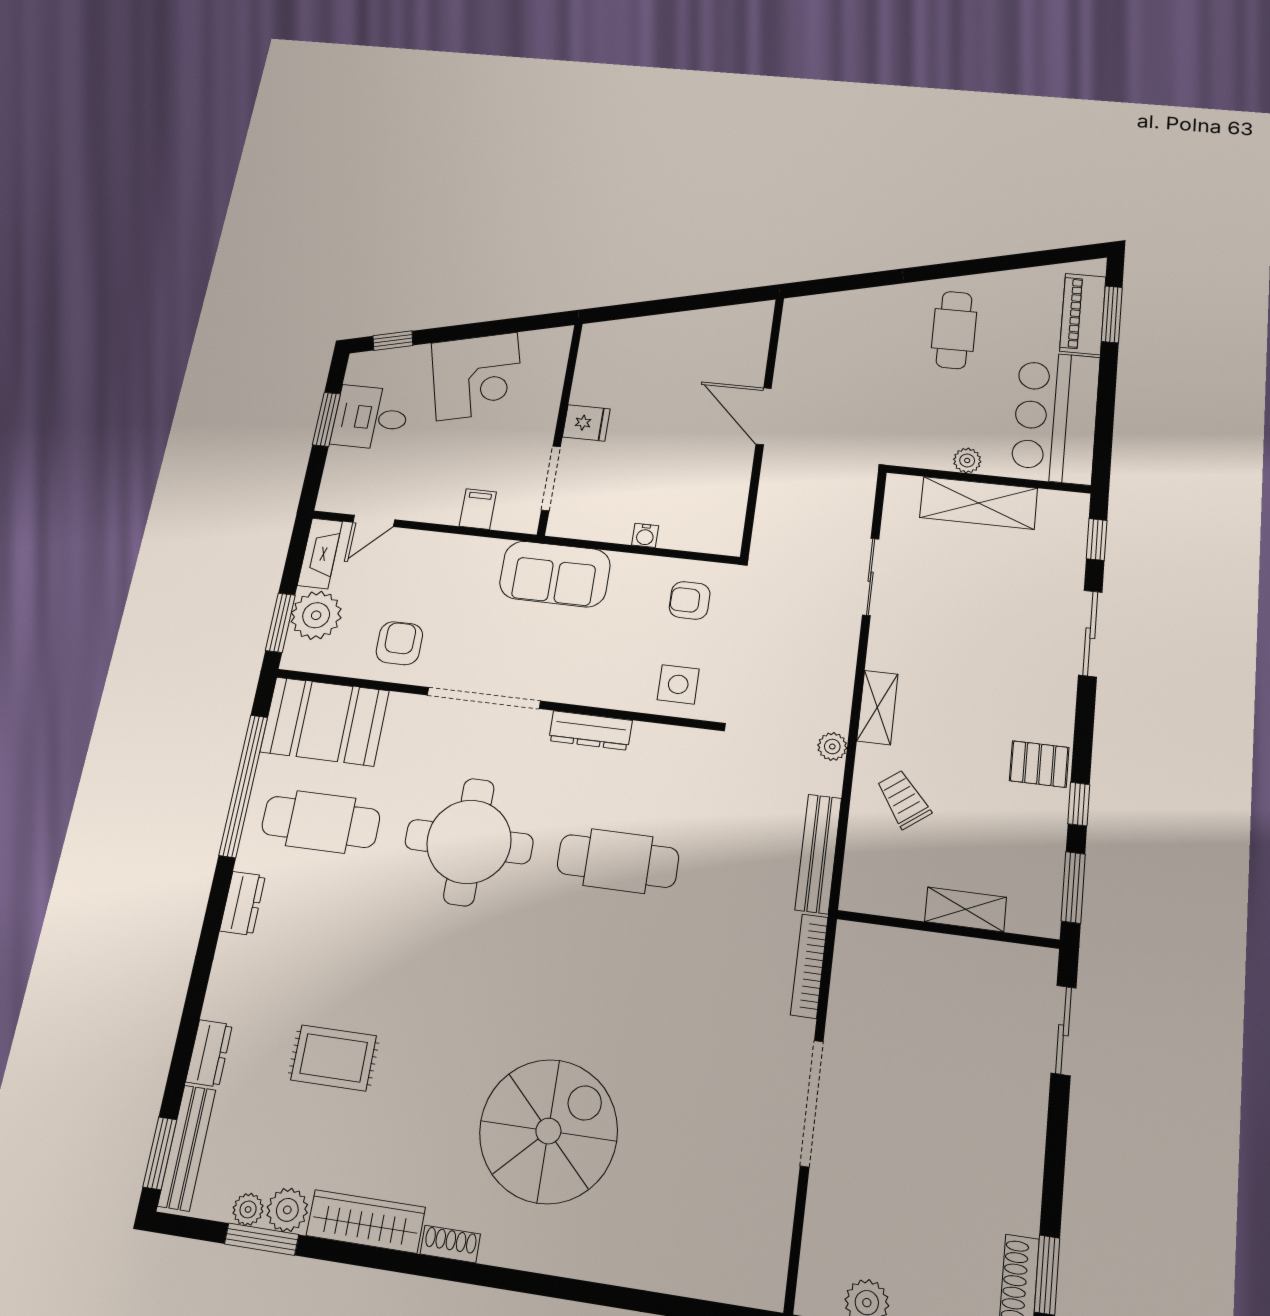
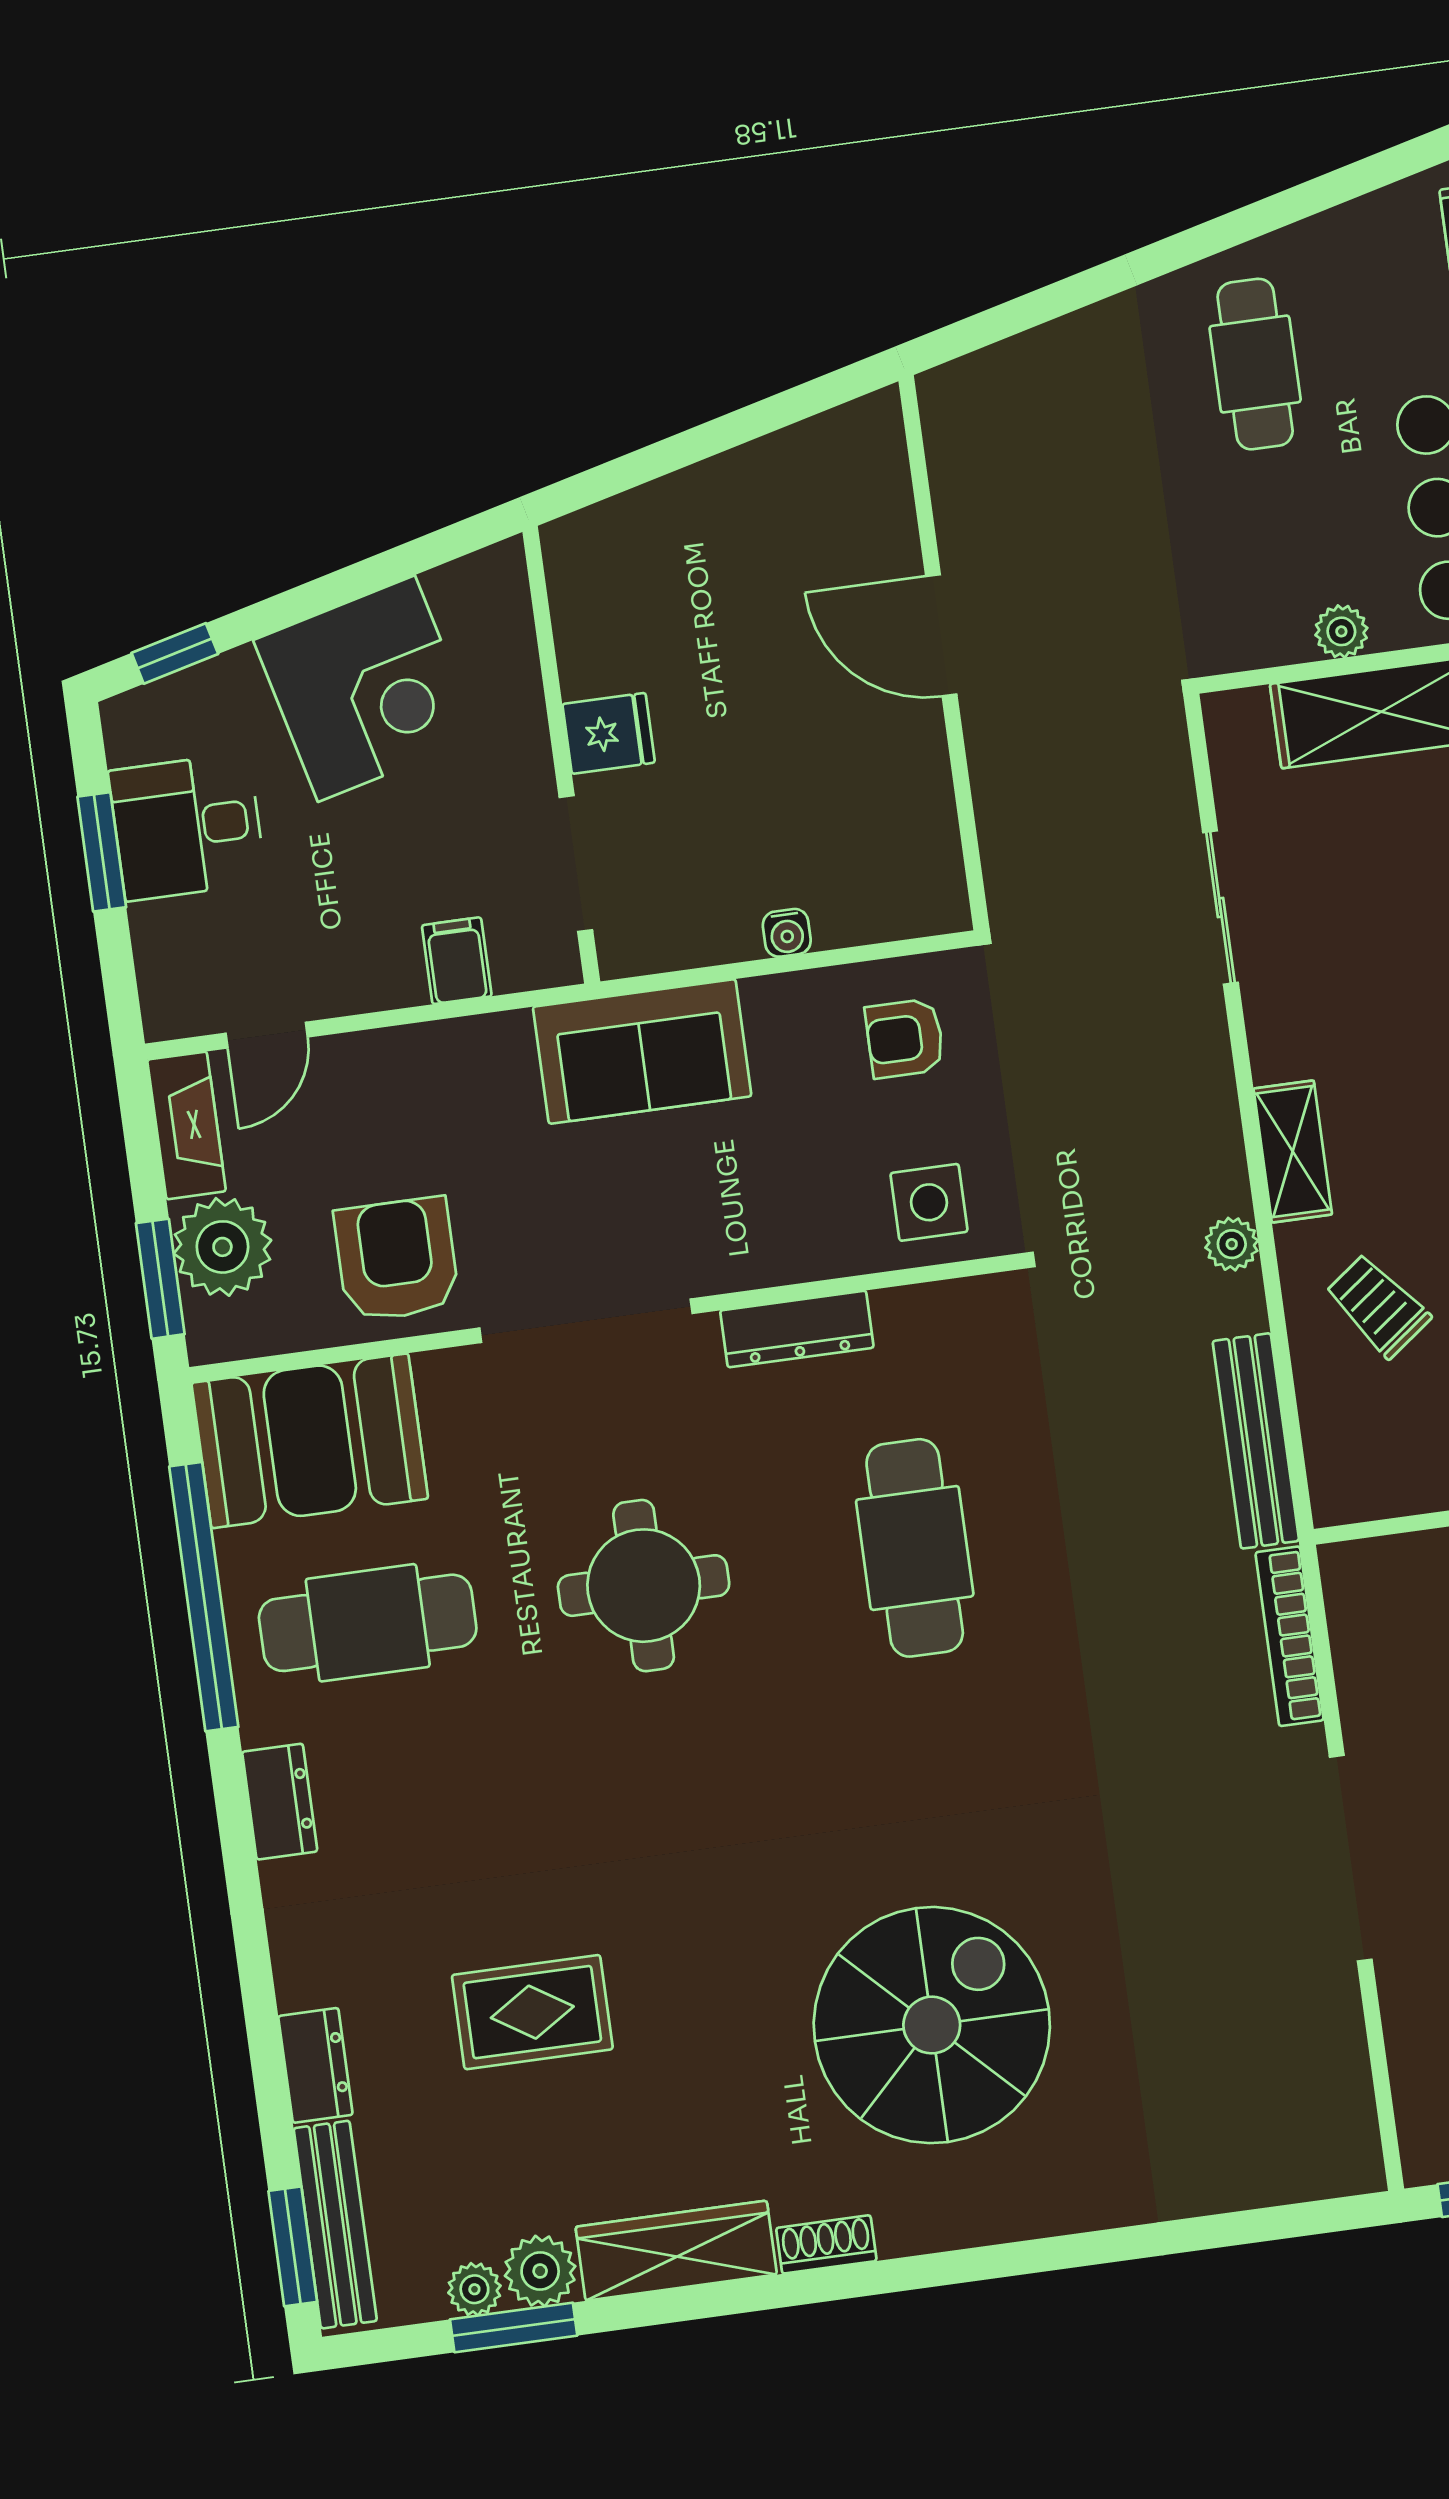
armchair: (399, 643) -> (397, 1259), width x1.38, depth x1.38
round table: (469, 842) -> (644, 1586), width x0.73, depth x0.73
cafe table: (618, 861) -> (915, 1548), turned 90

